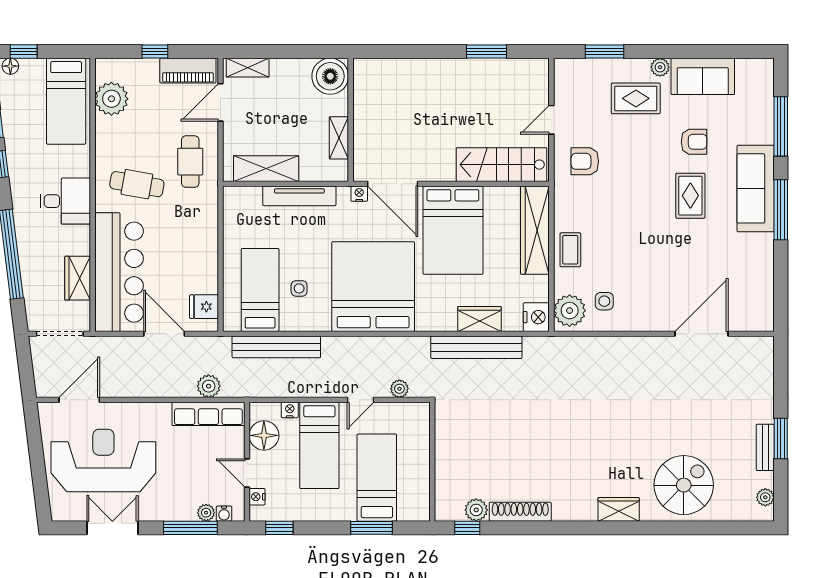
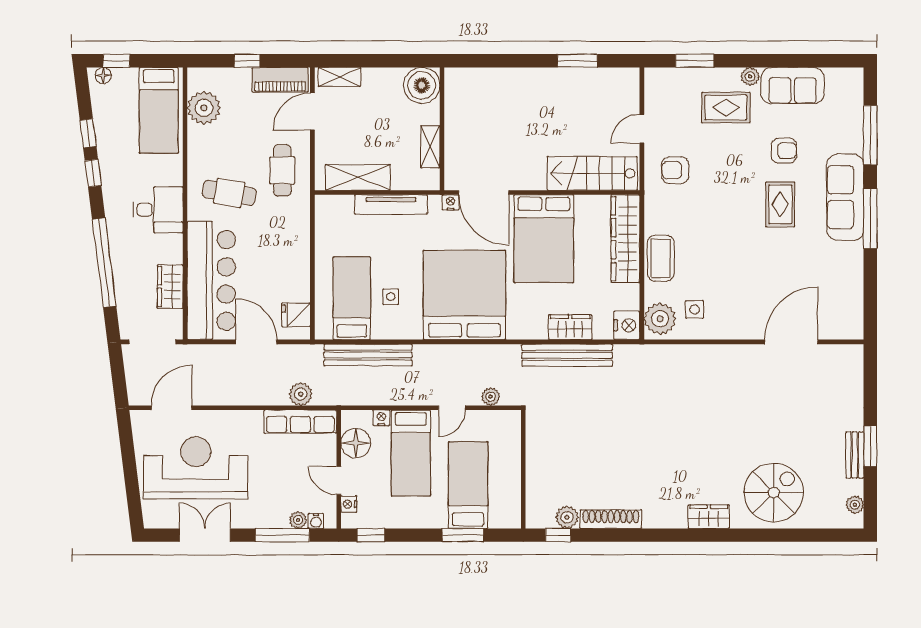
coffee table: (570, 250) -> (661, 258), width x1.36, depth x1.30

